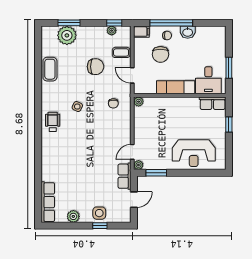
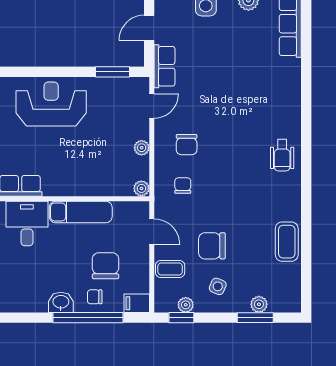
plant: (67, 35) -> (259, 304), width x0.53, depth x0.53
side table: (77, 107) -> (218, 286), moved
chair: (111, 128) -> (187, 145), added
plant: (138, 165) -> (142, 148), moved

